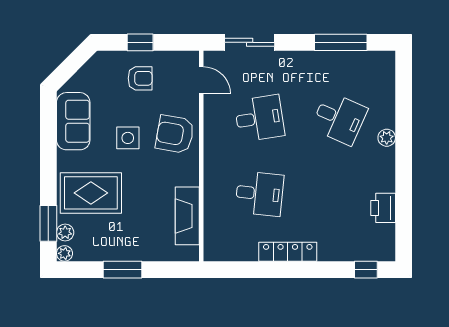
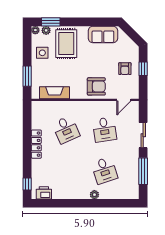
sliding door: (250, 42) -> (143, 135), moved
desk: (339, 118) -> (104, 170), turned -42
armchair: (175, 134) -> (96, 86), turned 80
side table: (128, 138) -> (42, 53), moved
desk: (259, 194) -> (66, 130), turned -30
printer: (383, 208) -> (44, 193), moved
window: (122, 270) -> (27, 76), moved

